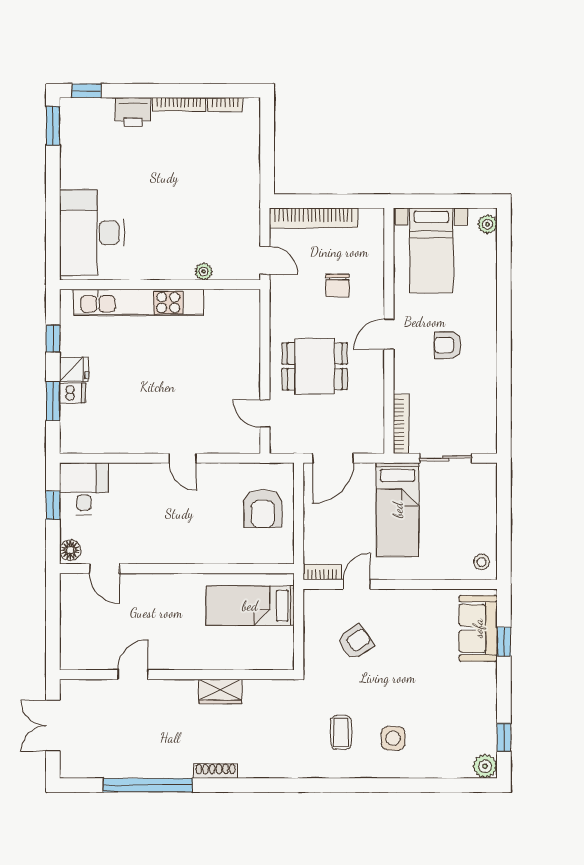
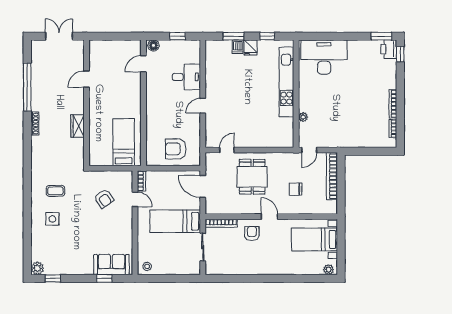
printer: (133, 112) -> (389, 49), moved
armchair: (448, 345) -> (252, 234), moved
desk: (84, 489) -> (186, 77), moved
door: (133, 675) -> (87, 79), swing flipped

